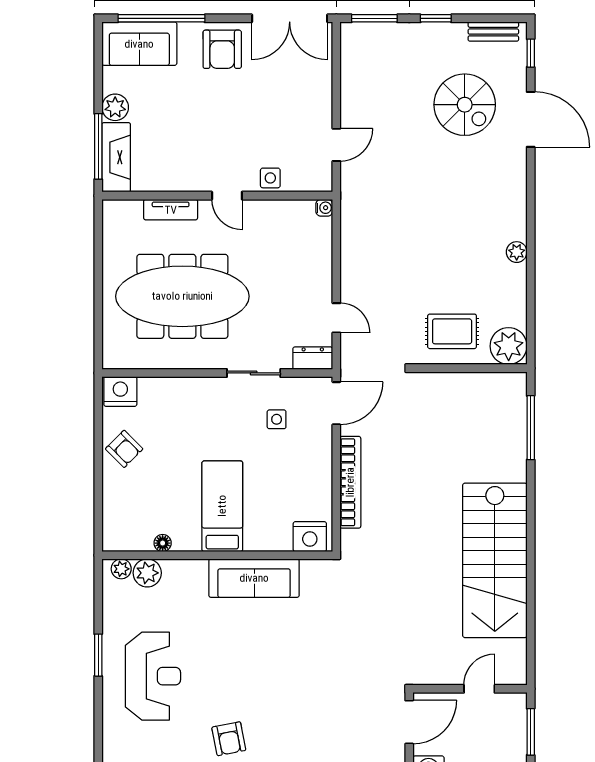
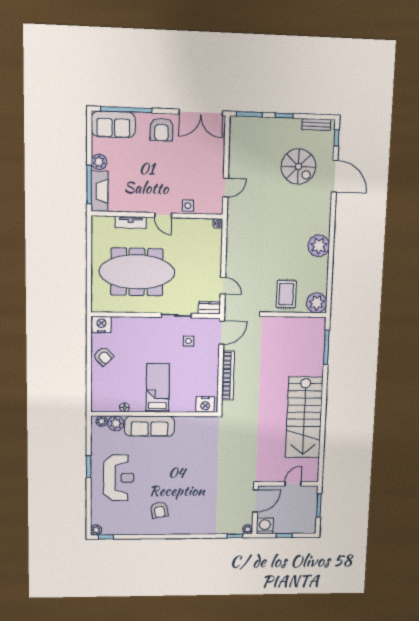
plant: (517, 252) -> (319, 246), width x1.87, depth x1.87
rug: (452, 331) -> (286, 294), turned 90
sofa: (254, 578) -> (149, 426), moved

